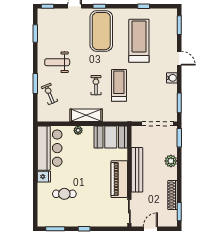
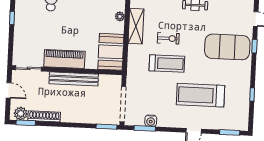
treadmill: (139, 41) -> (200, 95), moved, turned 180
water cooler: (172, 78) -> (151, 121), moved
plant: (171, 161) -> (21, 114), moved

